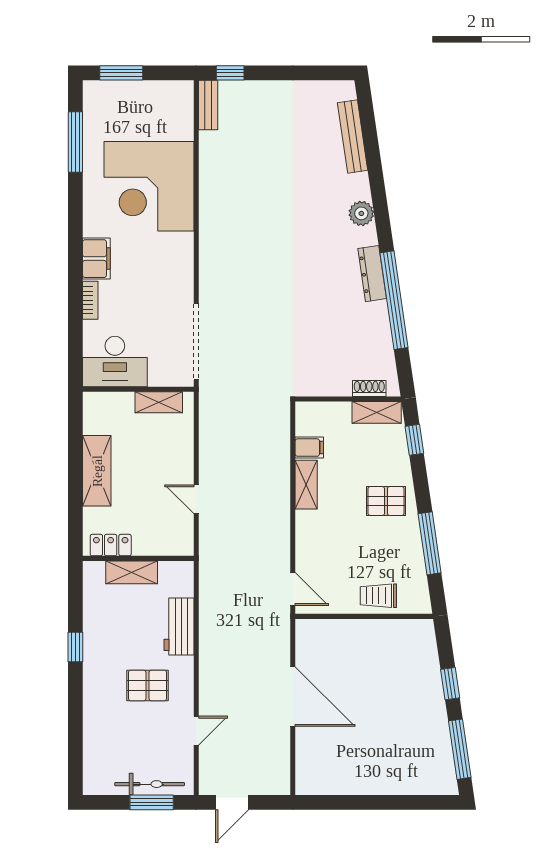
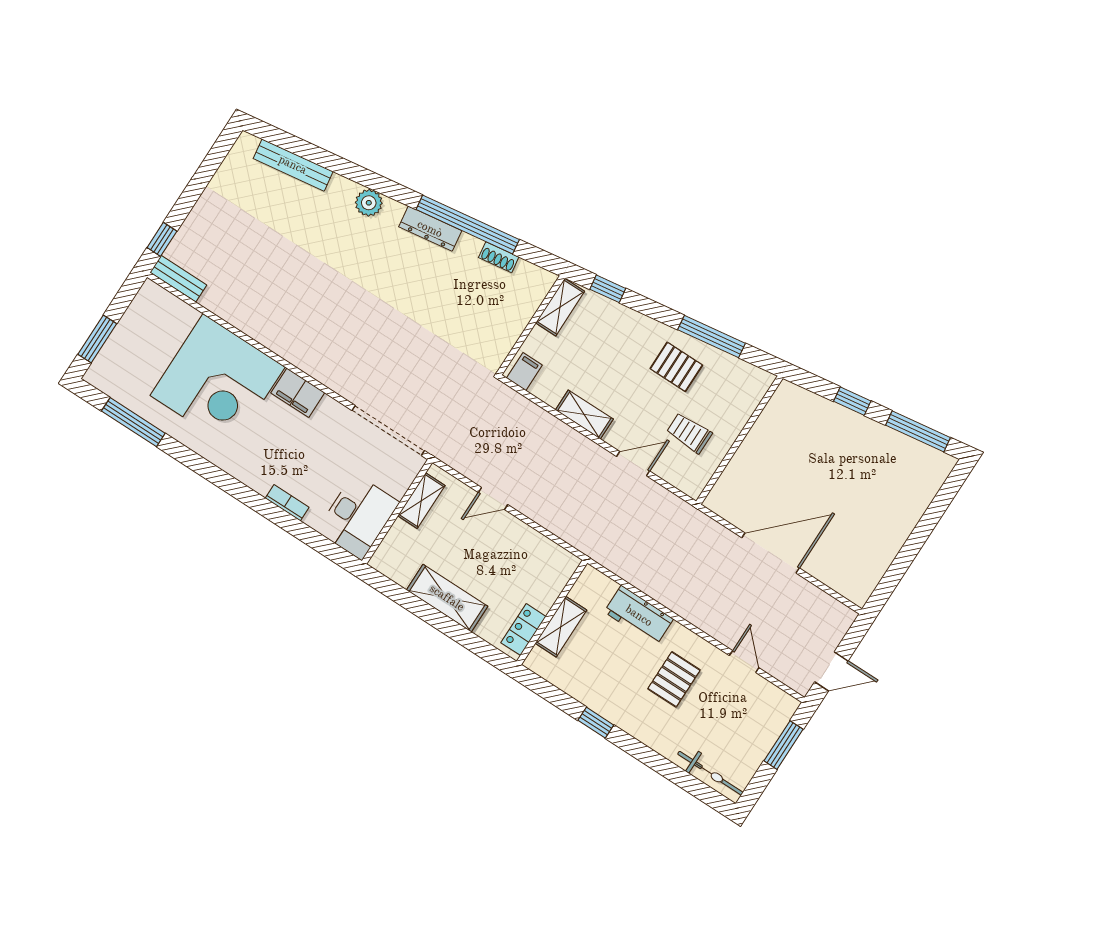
filing cabinet: (96, 259) -> (298, 393), moved, turned 180
shoe rack: (369, 388) -> (499, 257), moved, turned -98
filing cabinet: (309, 448) -> (524, 372), moved
door: (196, 499) -> (493, 498), moved
pallet: (386, 501) -> (676, 367), moved, turned 90
door: (293, 589) -> (633, 464), moved
trolley: (378, 596) -> (689, 433), moved, turned 90
bicycle: (150, 784) -> (710, 773), moved, turned 90
door: (232, 802) -> (831, 671), hinge flipped

